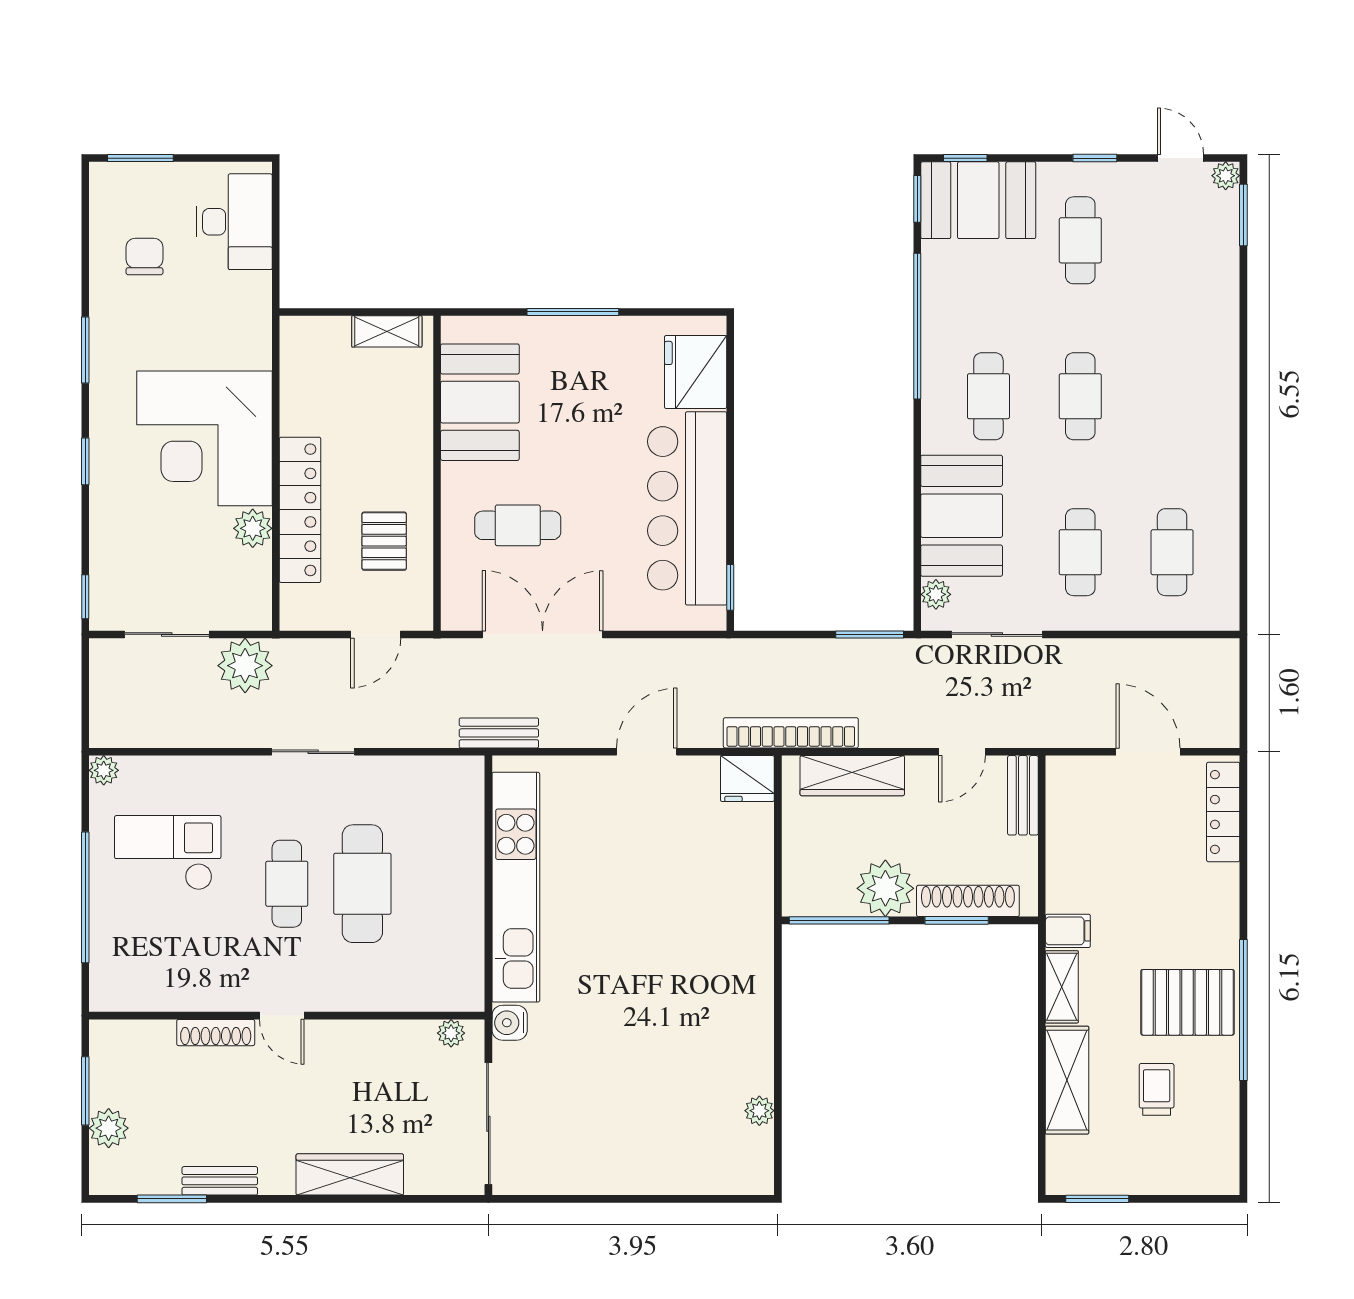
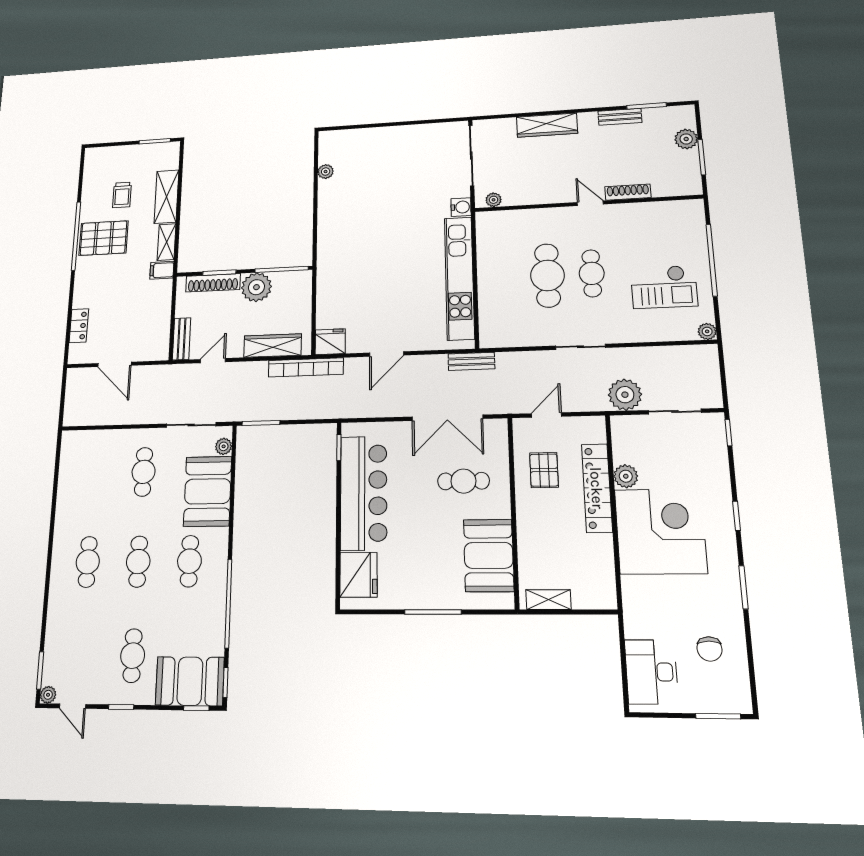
cafe table: (1172, 552) -> (88, 562), moved
locker: (1223, 812) -> (79, 326), width x0.66

